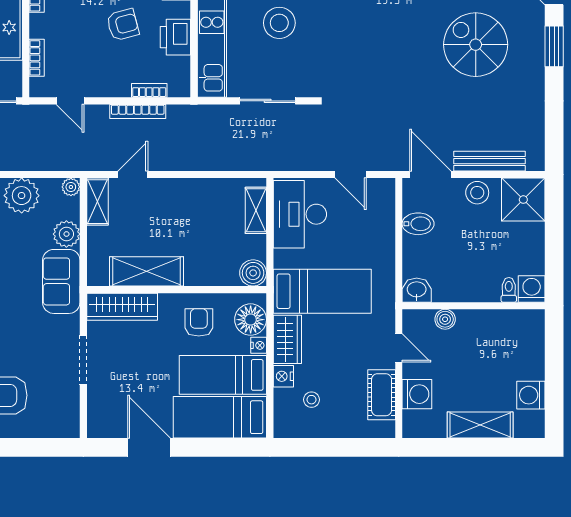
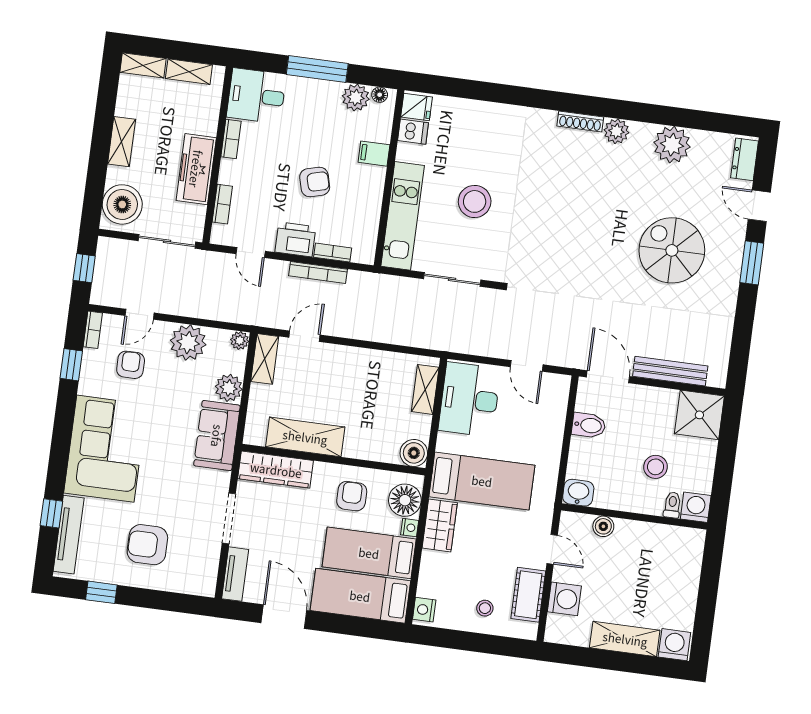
printer: (175, 37) -> (295, 239), moved, turned 90
stool: (477, 193) -> (656, 467), moved
nightstand: (283, 376) -> (424, 610), moved
washing machine: (531, 395) -> (674, 645), moved, turned 90
stool: (311, 400) -> (485, 608), moved
tv unit: (97, 413) -> (235, 574), added

